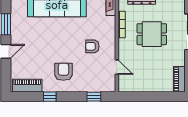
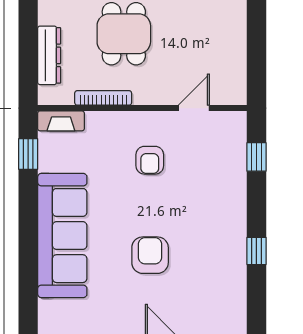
armchair: (63, 72) -> (150, 255), moved, turned 90
piano: (27, 86) -> (233, 299), removed

